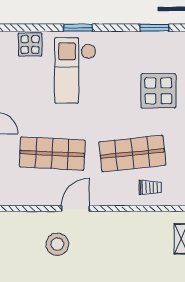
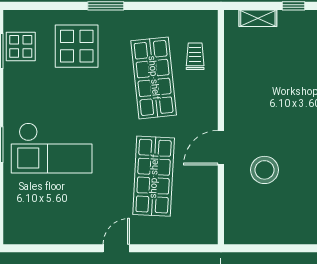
display table: (30, 45) -> (21, 46), moved
door: (75, 209) -> (221, 148), hinge flipped

